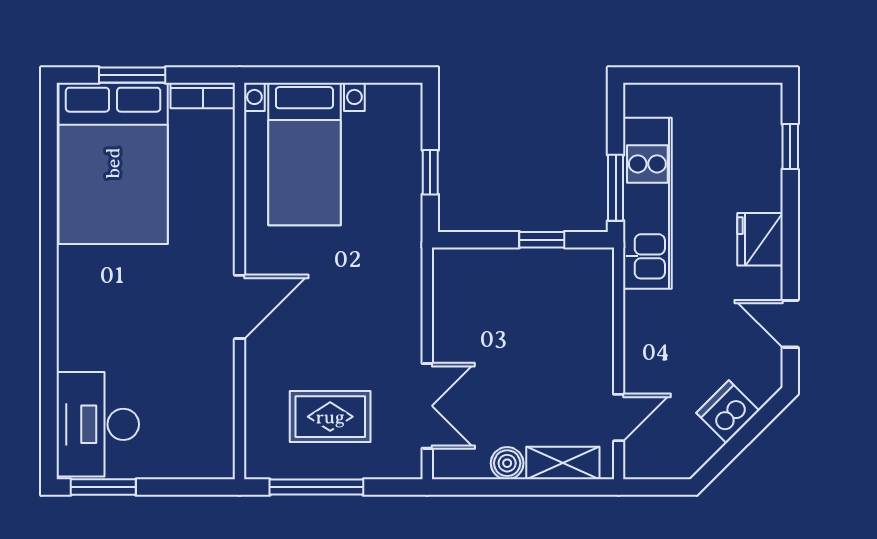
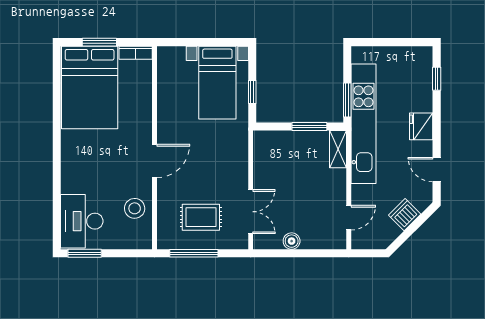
bed with nightstands: (304, 154) -> (217, 83), moved
kitchen unit: (647, 203) -> (363, 124), width x1.36
window: (542, 240) -> (309, 127), width x1.50
stool: (201, 399) -> (135, 208), added
shelving: (563, 463) -> (338, 149), moved, turned 90

